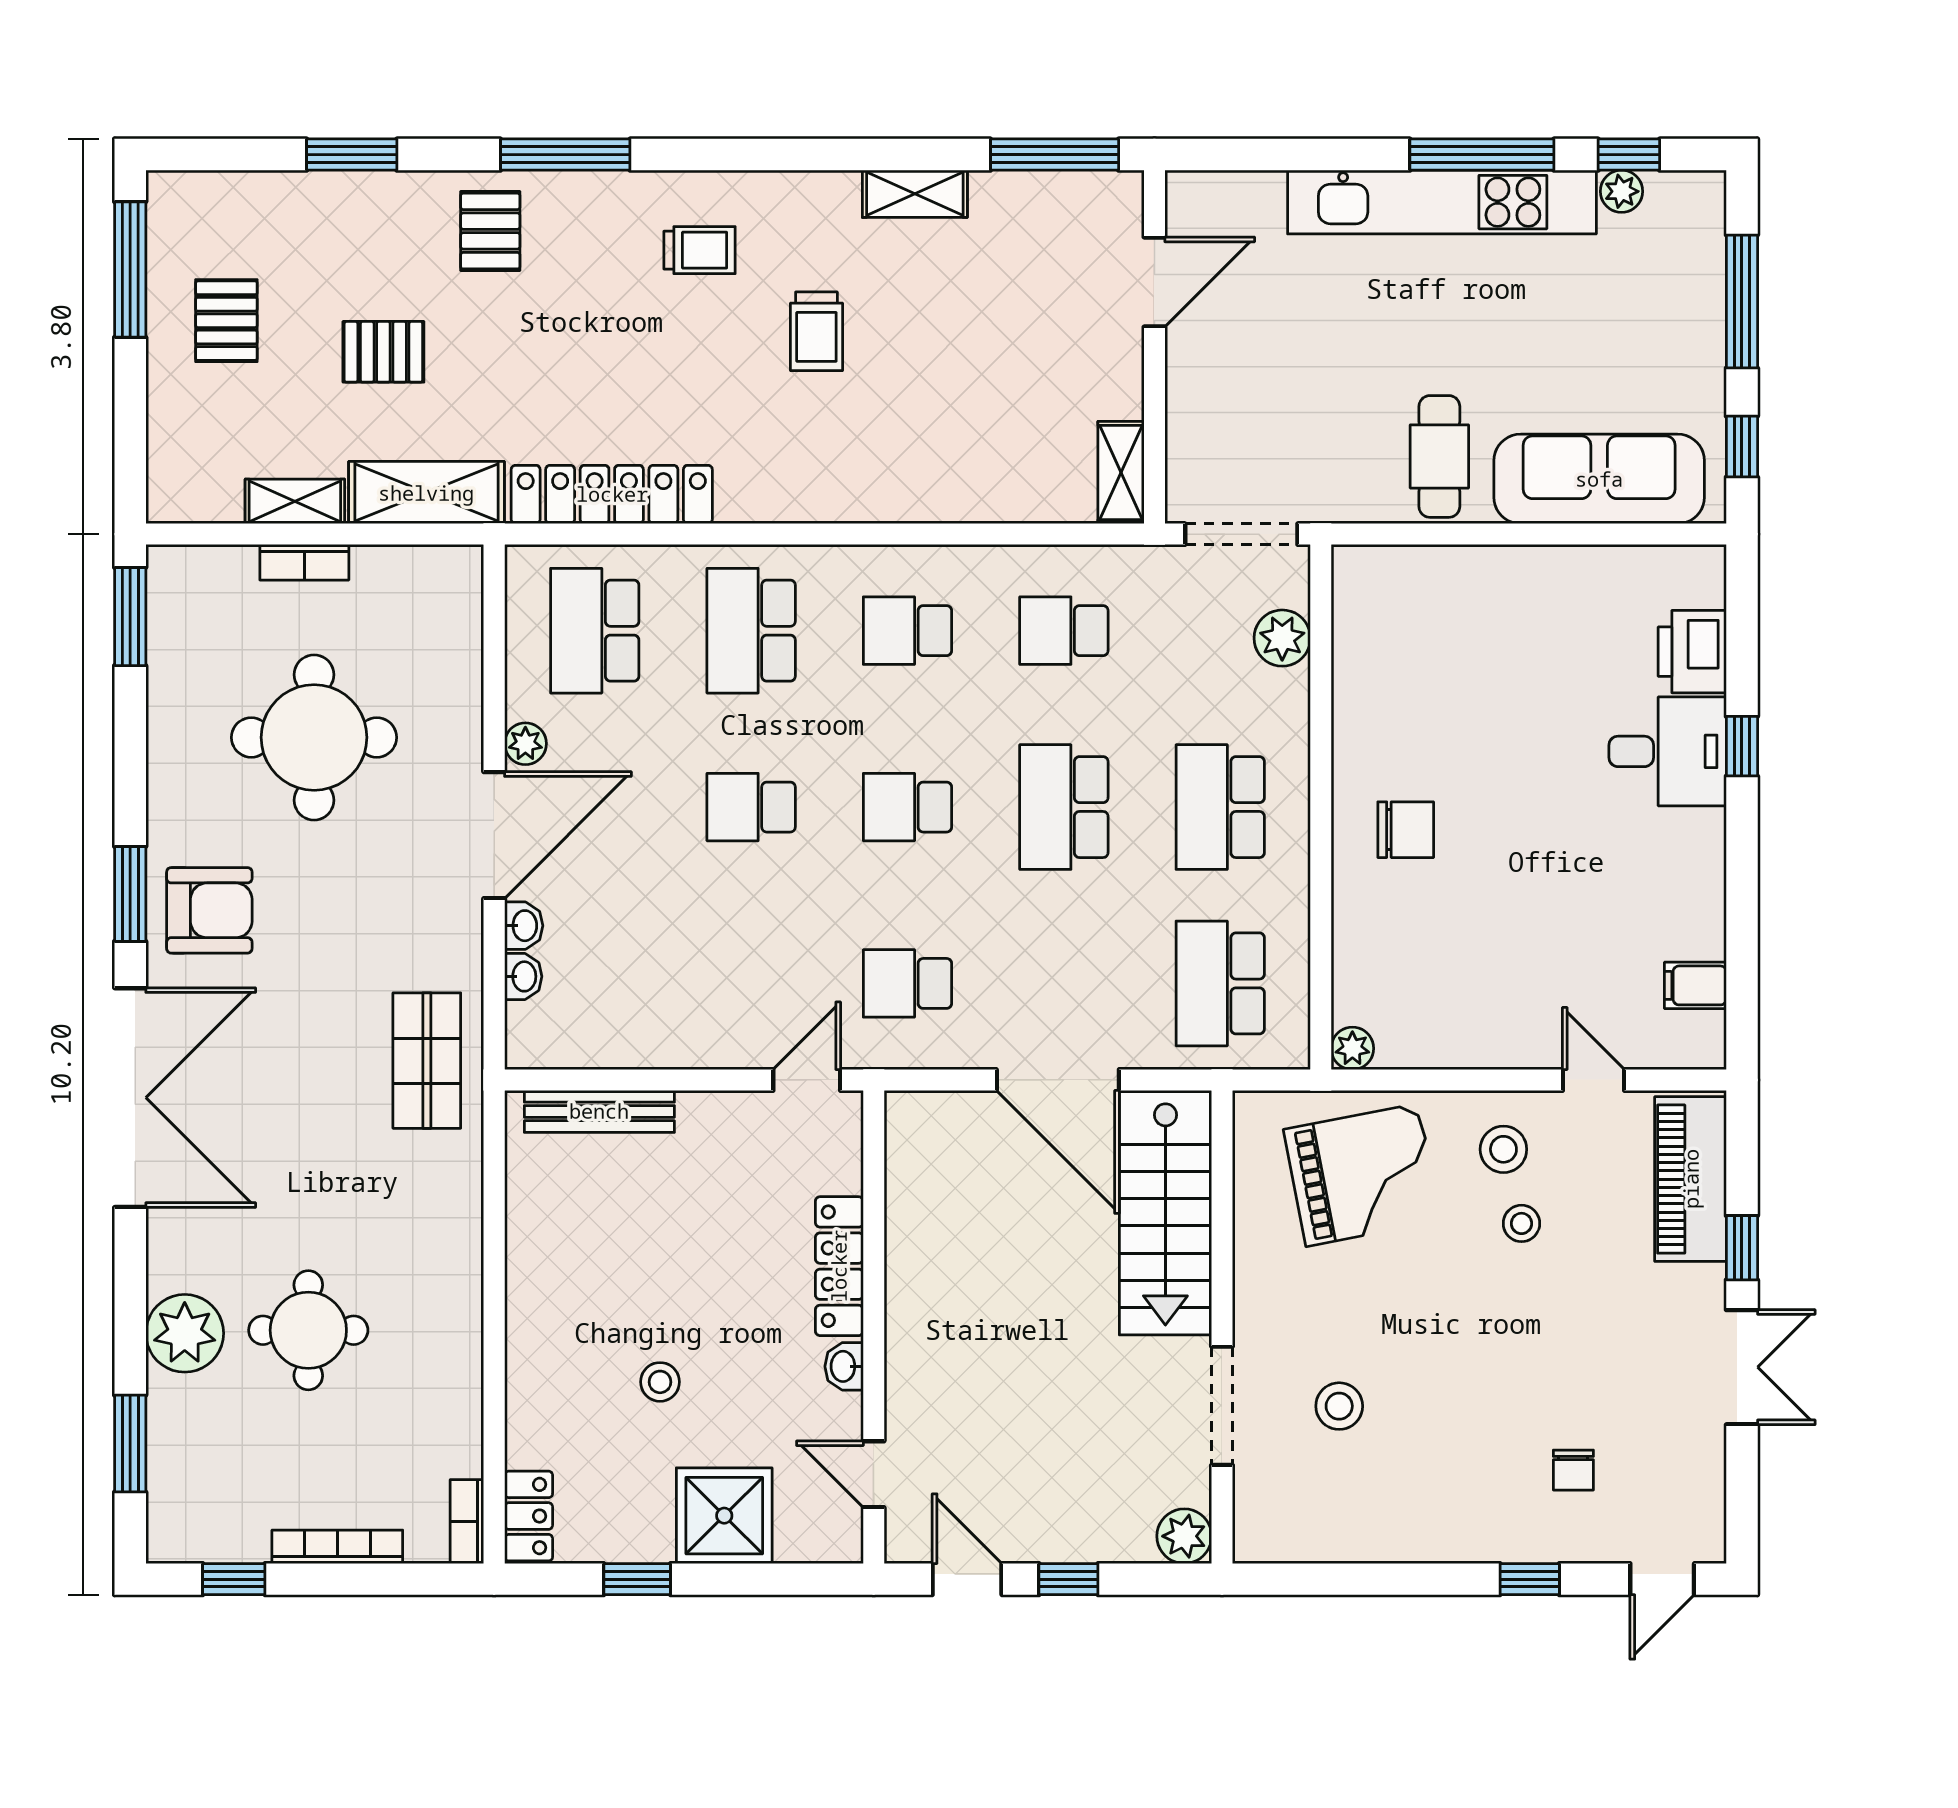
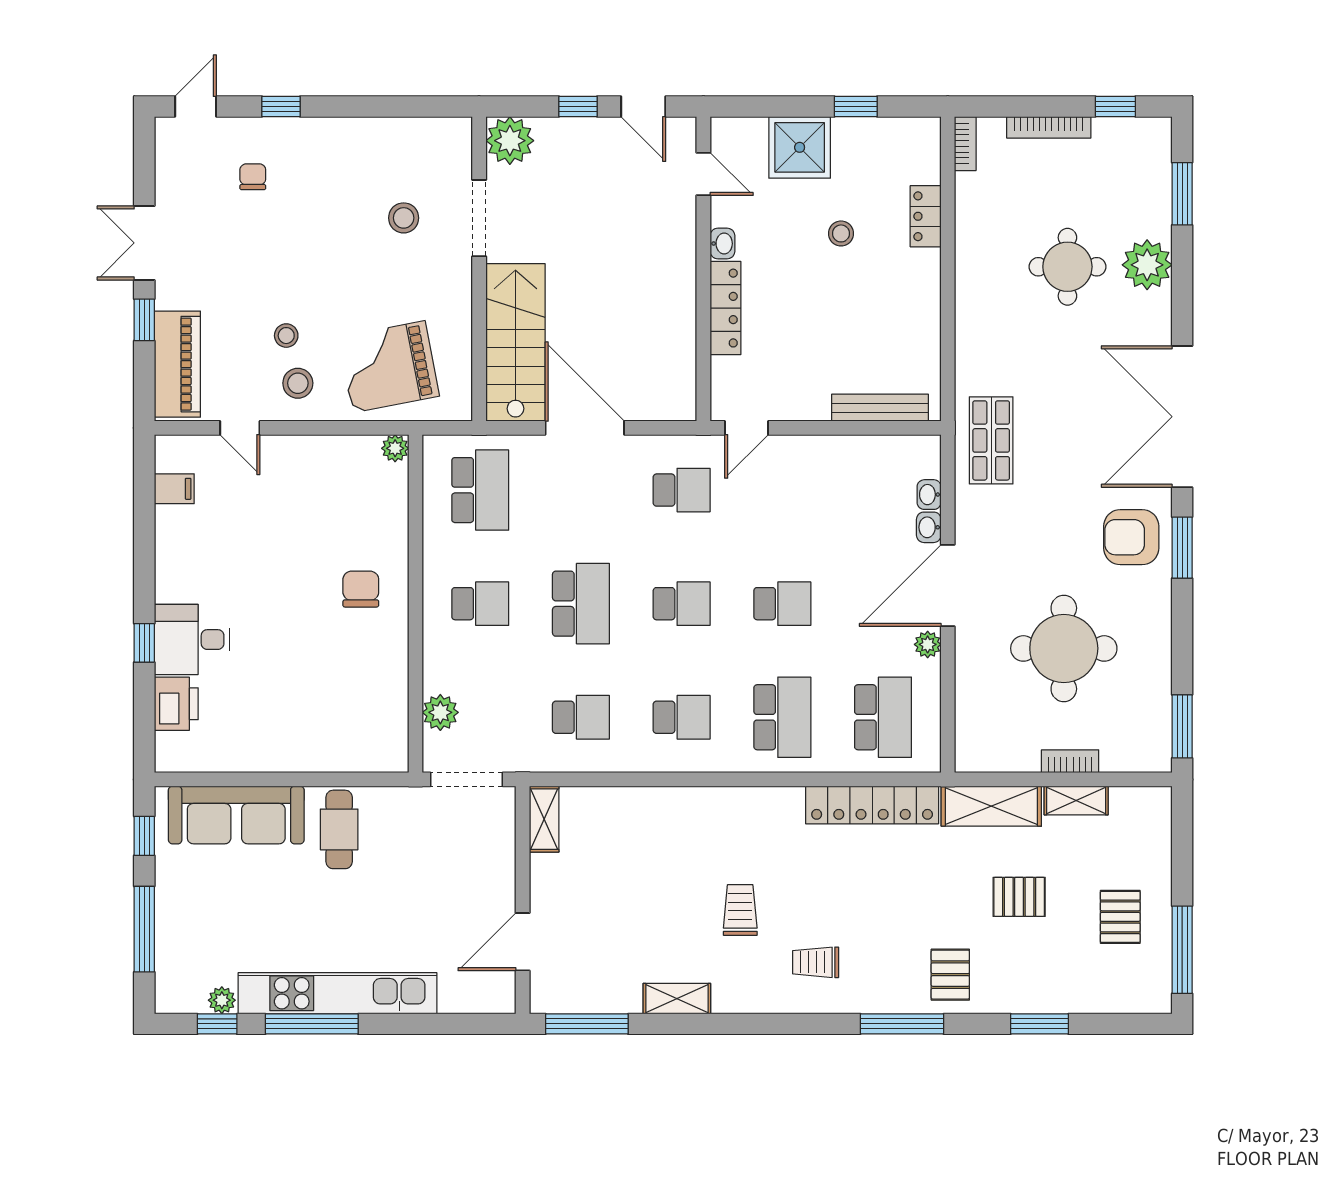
school desk: (1220, 807) -> (480, 604), width x0.54
chair: (1406, 830) -> (361, 589), turned 90
locker: (529, 1516) -> (926, 216), moved
plant: (1184, 1536) -> (510, 141), width x1.36, depth x1.36

